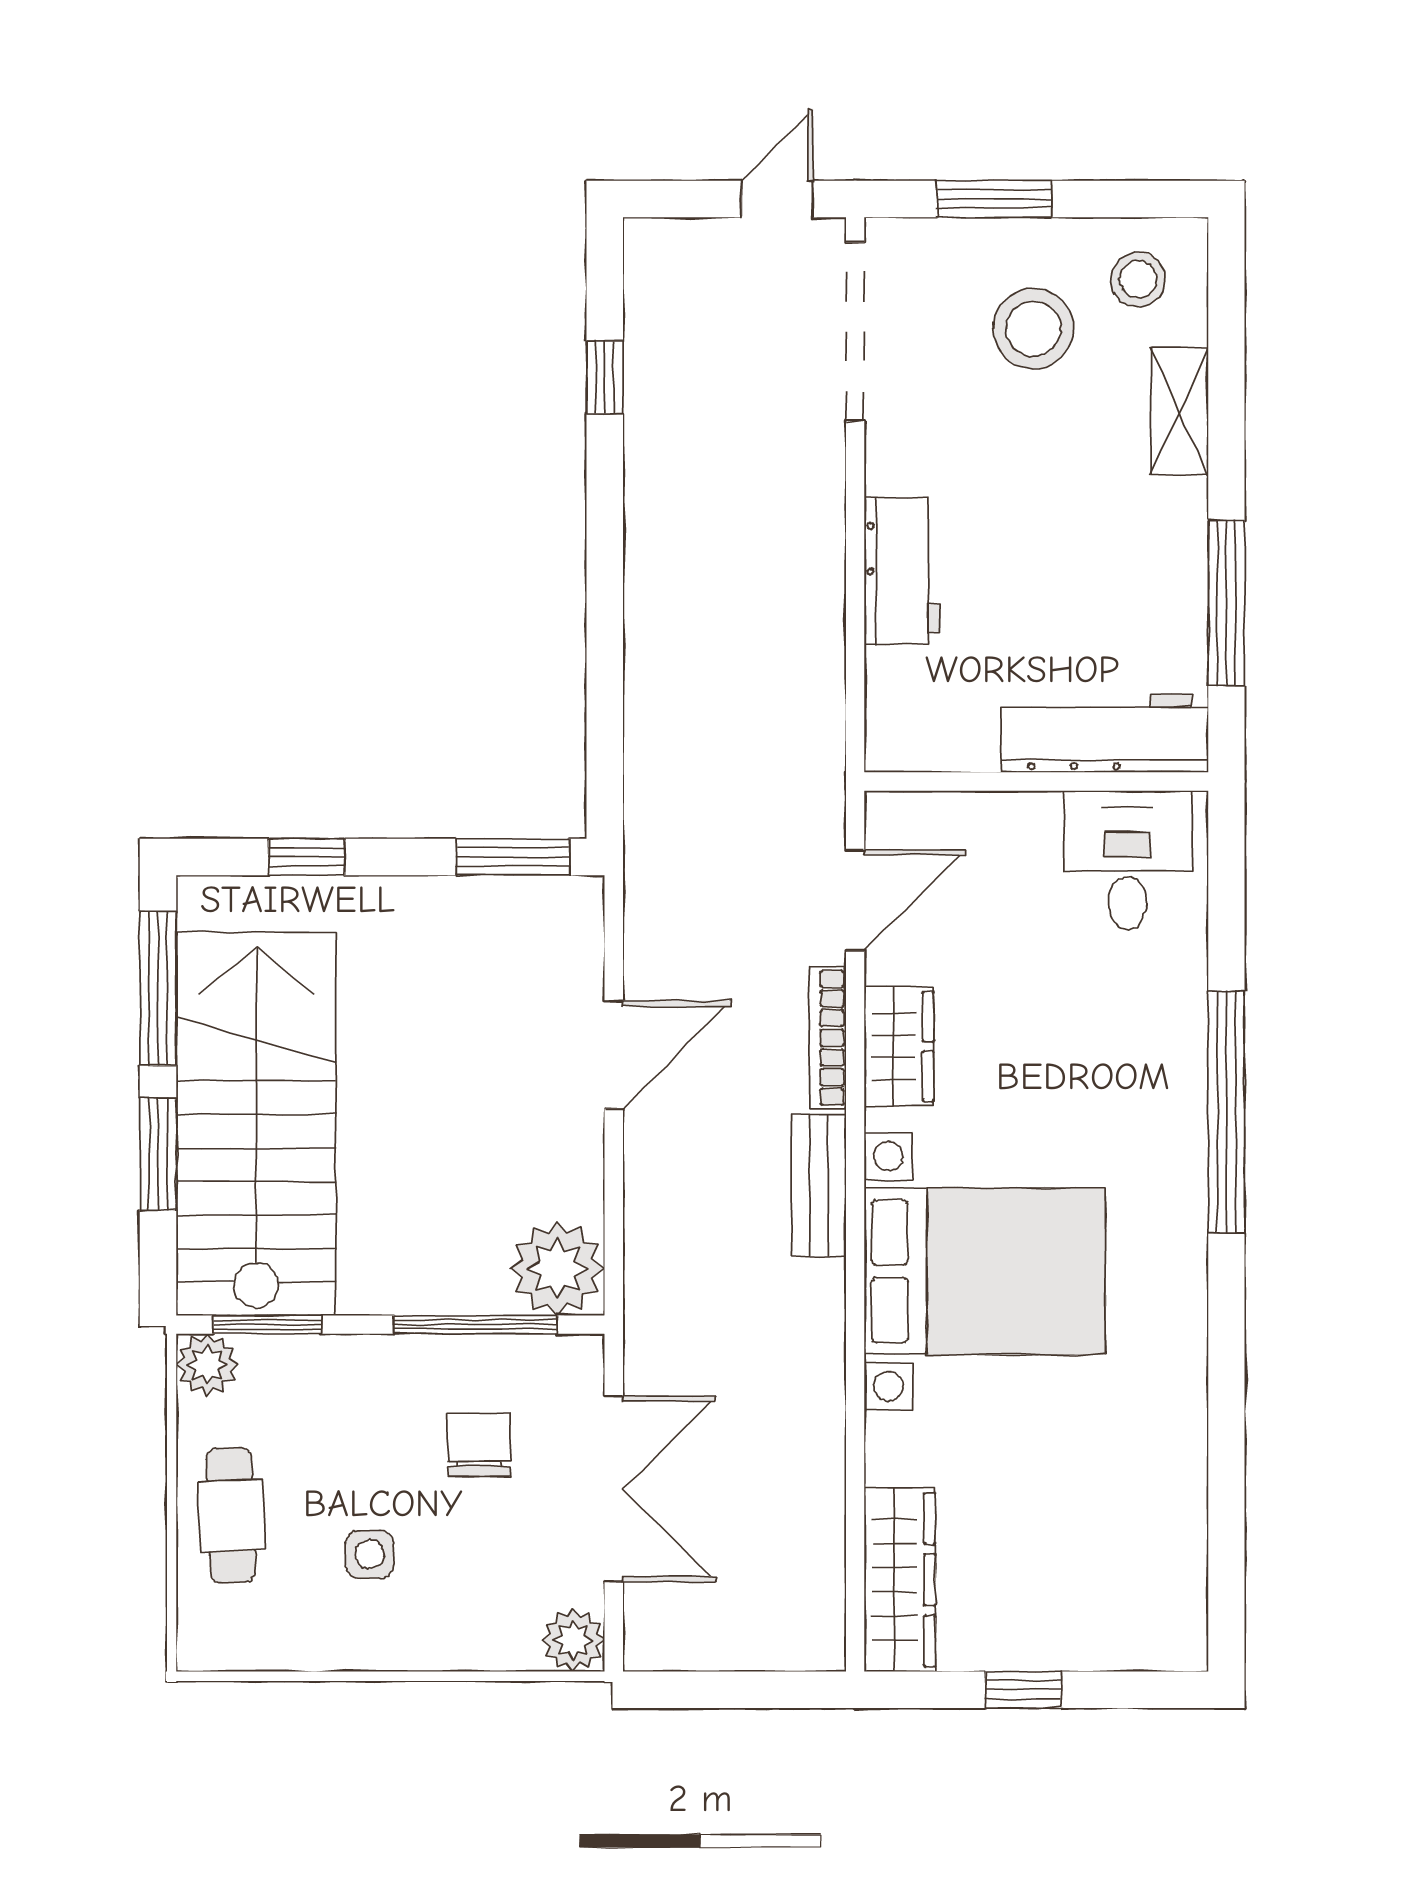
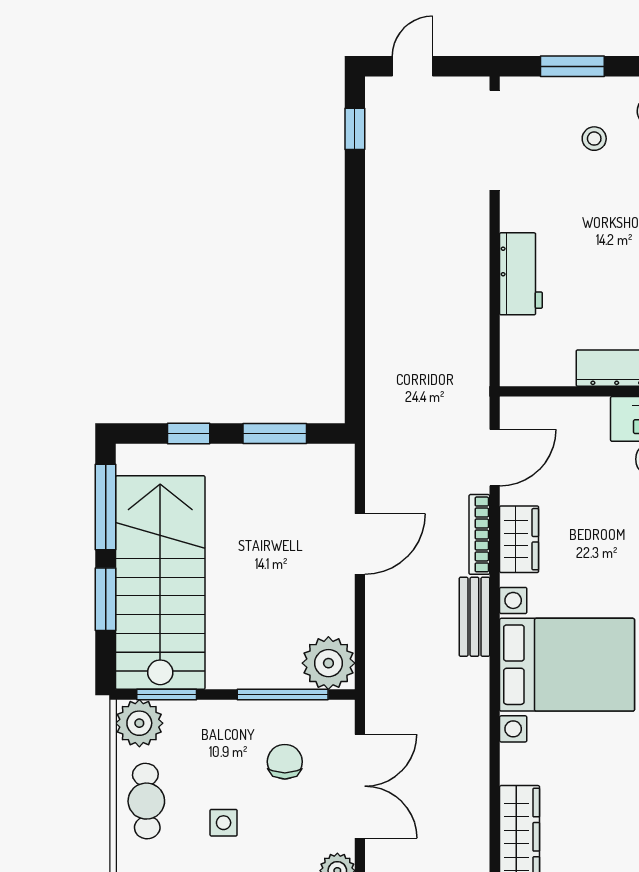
door: (777, 199) -> (413, 66), moved
stool: (1033, 329) -> (594, 139), width x0.53, depth x0.53
window: (605, 377) -> (355, 129), moved
window: (513, 857) -> (275, 433), moved
plant: (207, 1365) -> (139, 723), width x1.36, depth x1.36

